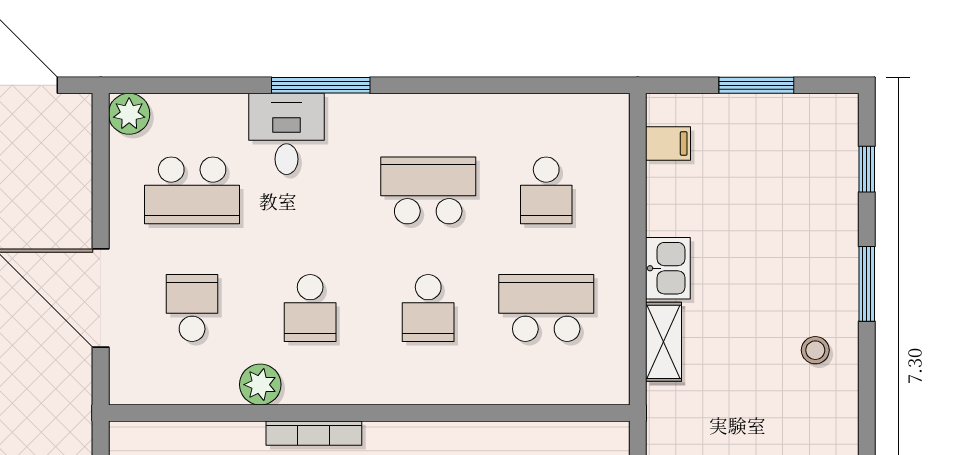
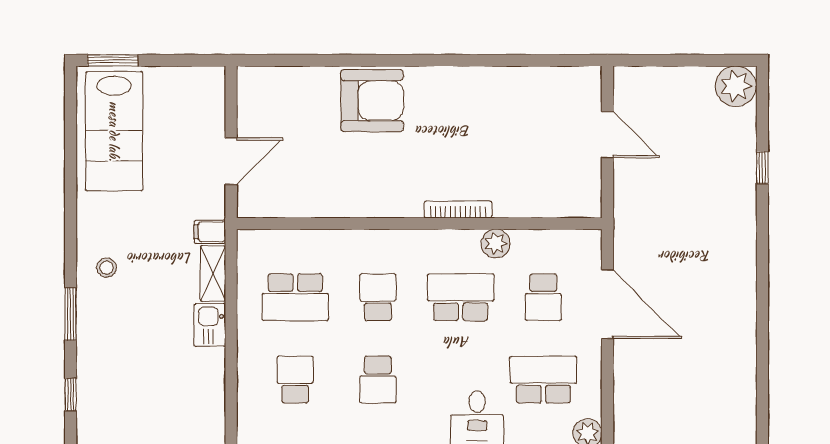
filing cabinet: (668, 143) -> (210, 232), moved
school desk: (428, 190) -> (378, 380), width x0.54
school desk: (310, 308) -> (461, 297), width x1.85

